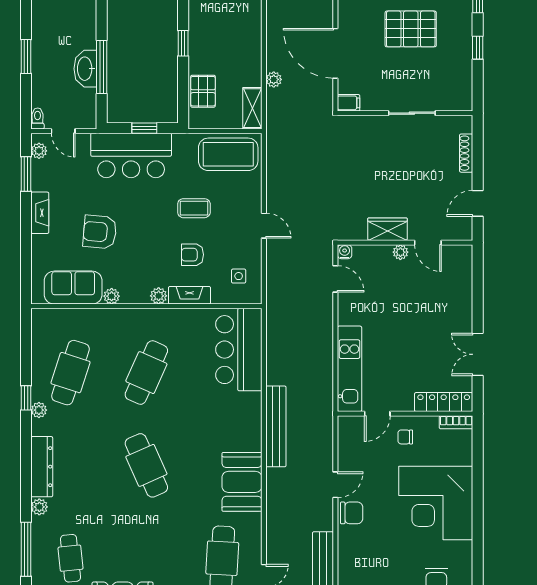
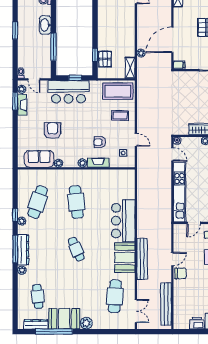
window: (183, 43) -> (95, 55), moved
door: (335, 53) -> (172, 40), hinge flipped
window: (26, 56) -> (15, 31), moved
washbasin: (85, 69) -> (45, 25), moved
coffee table: (194, 208) -> (120, 115), moved
fireplace: (40, 213) -> (22, 105), moved
door: (264, 226) -> (136, 140), moved
armchair: (100, 232) -> (53, 131), turned 85
bar counter: (239, 350) -> (123, 221), moved
kitchen unit: (349, 369) -> (179, 192), width x1.36
cafe table: (146, 373) -> (76, 202), turned -30
bench: (276, 426) -> (142, 259), moved
cafe table: (146, 465) -> (76, 249), width x0.73, depth x0.74
window: (26, 549) -> (15, 249), moved

